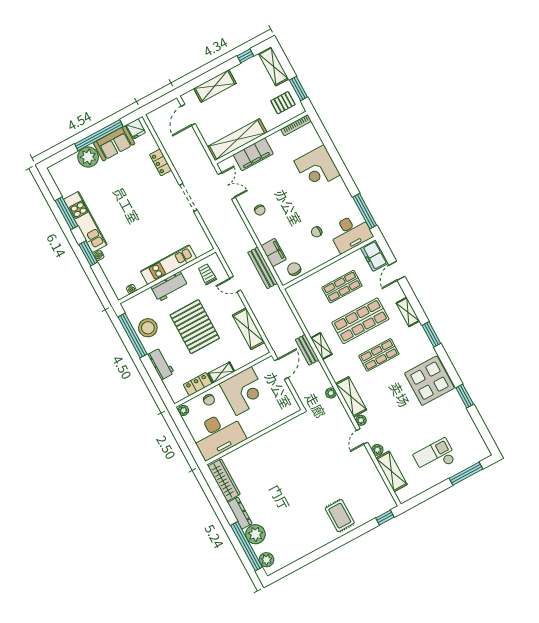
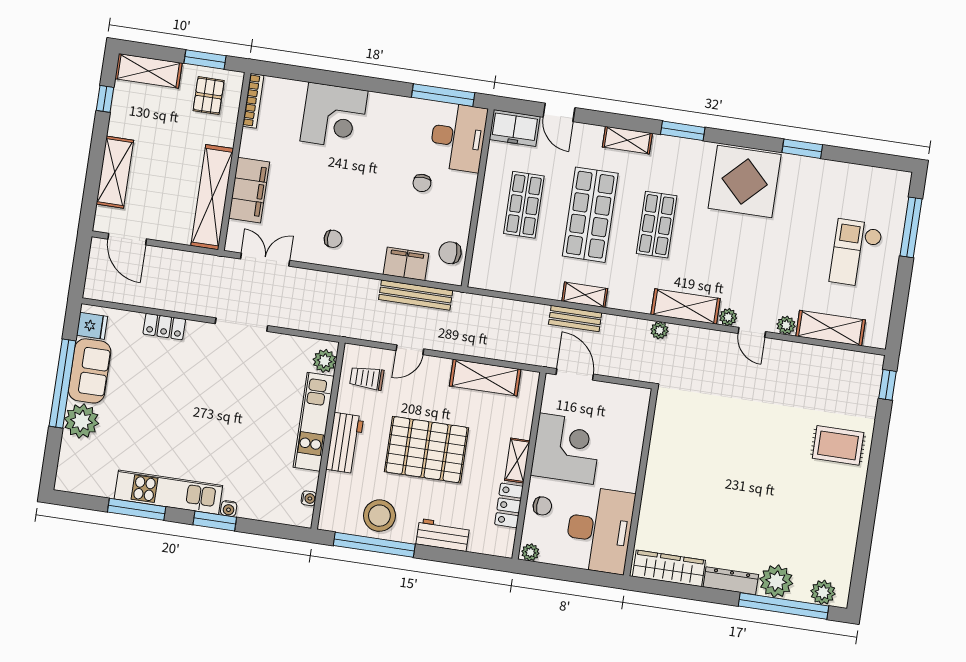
plant: (200, 249) -> (325, 361), added

